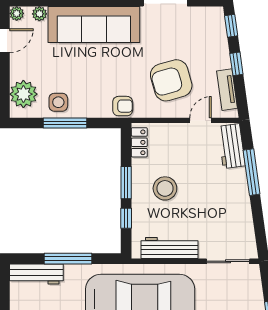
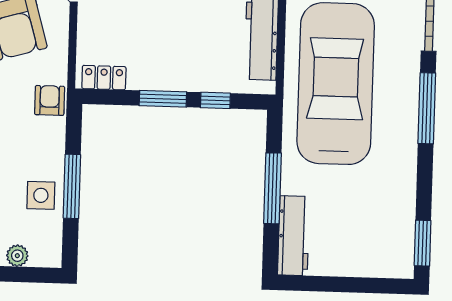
plant: (23, 94) -> (17, 256), width x0.53, depth x0.53
stool: (165, 188) -> (173, 42), removed

